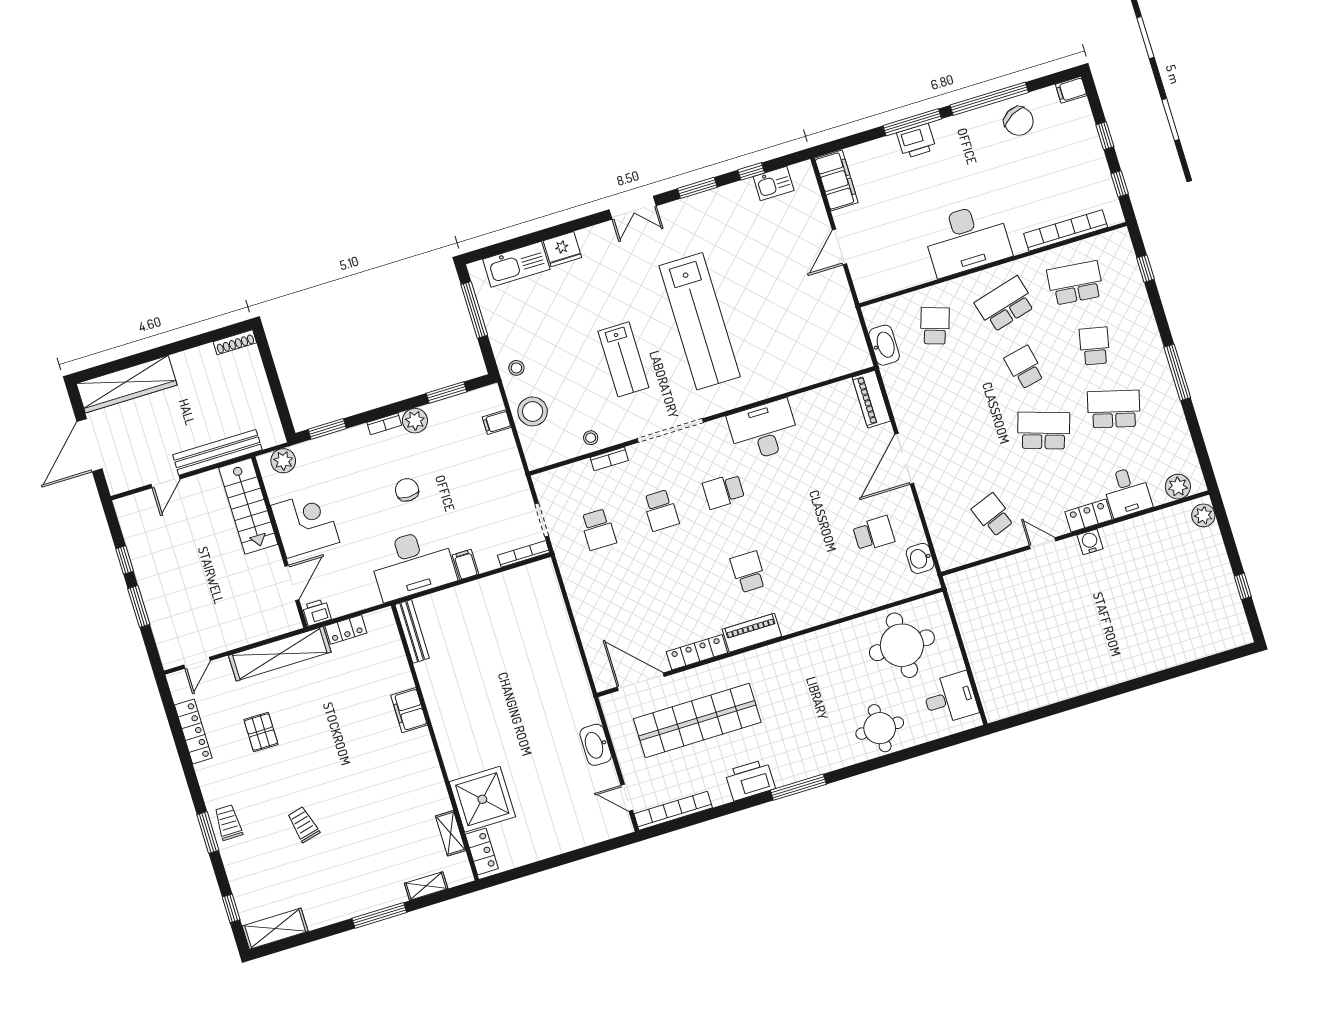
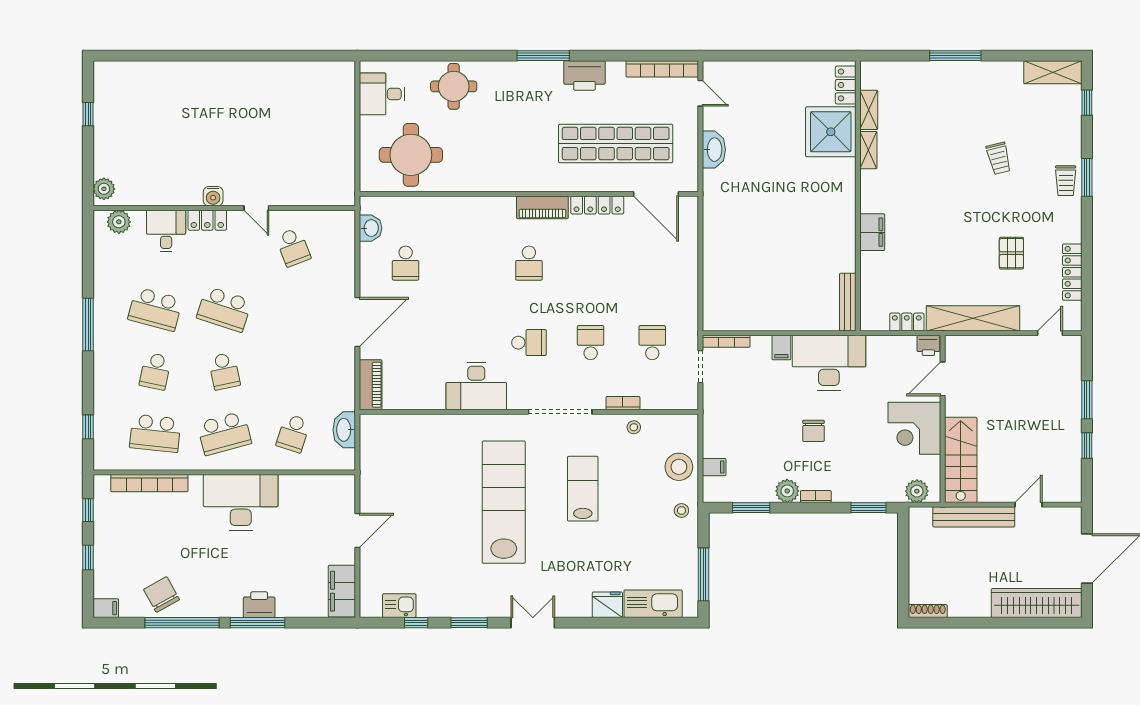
school desk: (874, 534) -> (406, 263), turned -90
shelving: (426, 886) -> (868, 150), moved, turned 90

